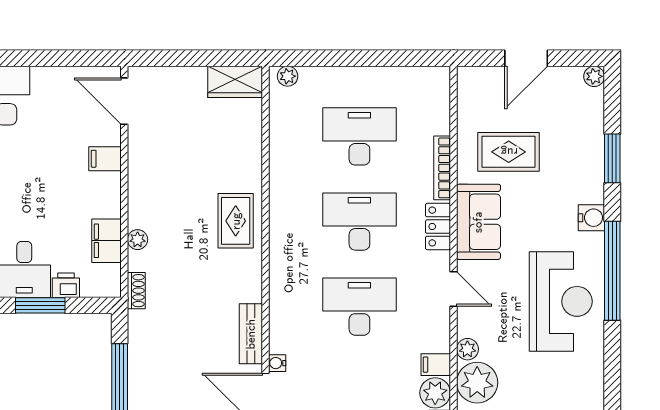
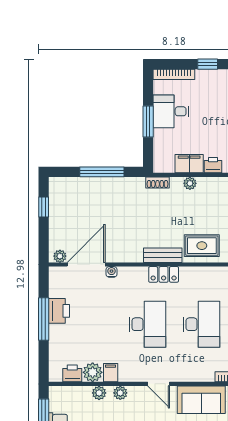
locker: (438, 227) -> (164, 274), moved, turned 180
printer: (66, 285) -> (213, 165), moved, turned -90
door: (453, 289) -> (159, 384), hinge flipped
bench: (251, 334) -> (163, 255), moved
plant: (477, 383) -> (99, 393), width x0.53, depth x0.53

